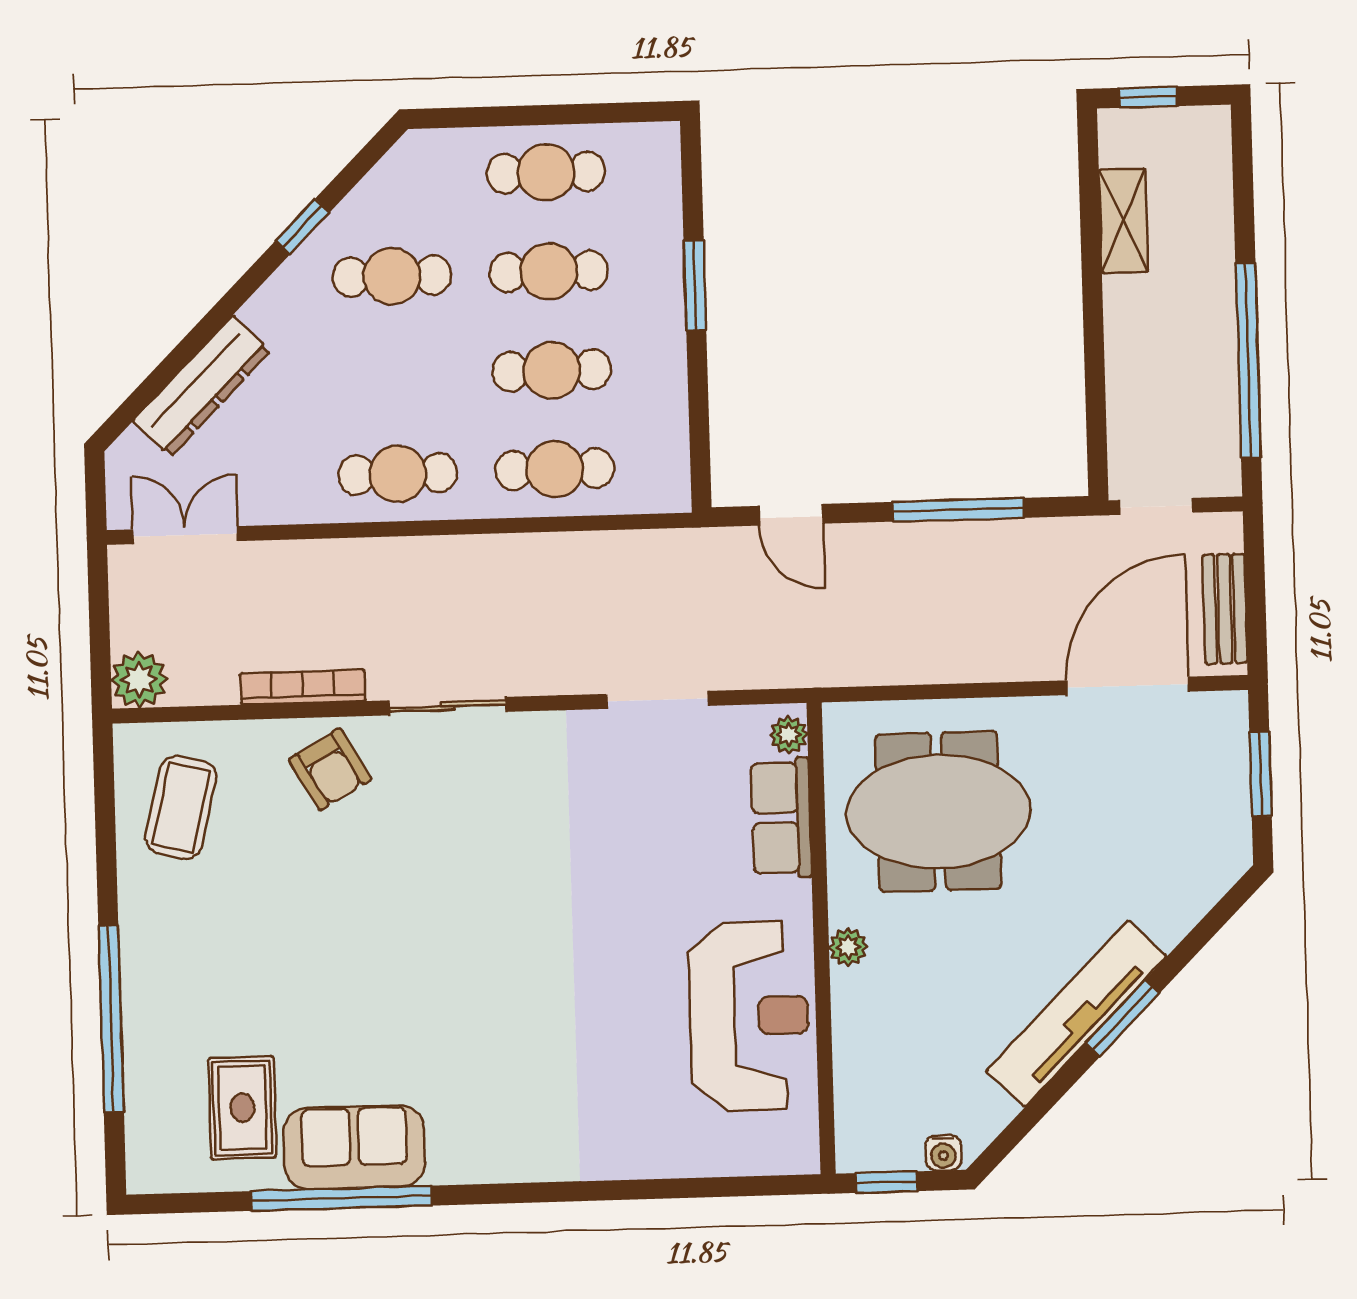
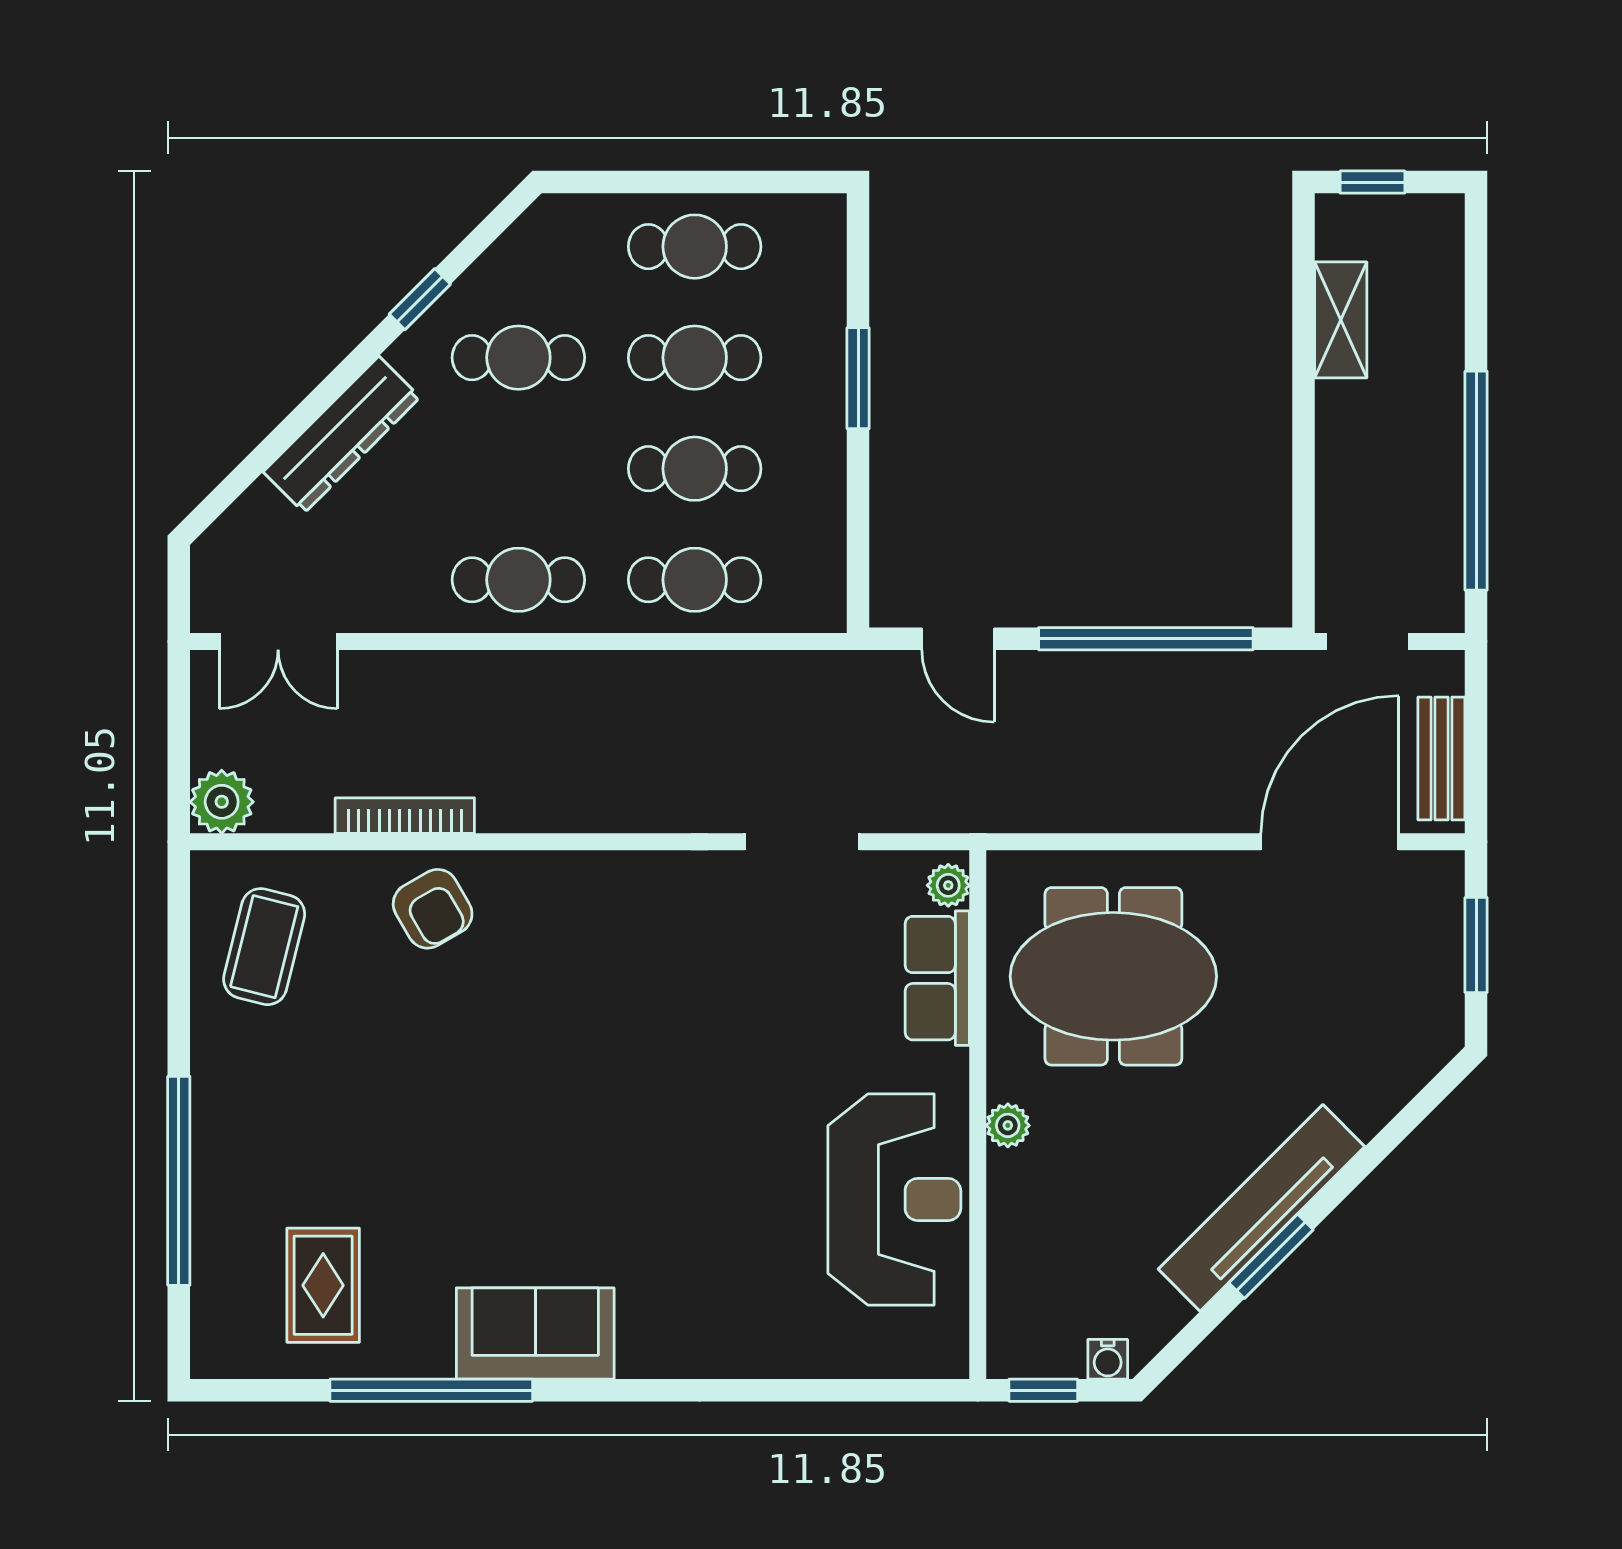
dresser: (202, 386) -> (342, 435), moved
window: (958, 510) -> (1146, 639), width x1.46
double door: (185, 535) -> (278, 641), swing flipped
sliding door: (448, 706) -> (567, 842), removed
window: (1123, 1018) -> (1271, 1256), moved
sofa: (354, 1147) -> (535, 1333), moved

